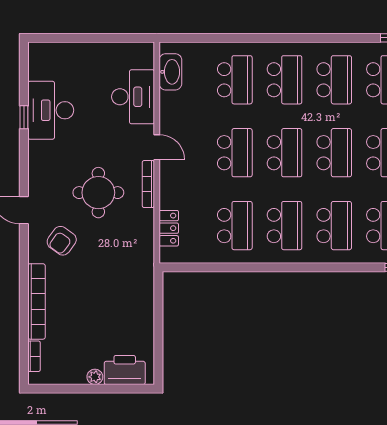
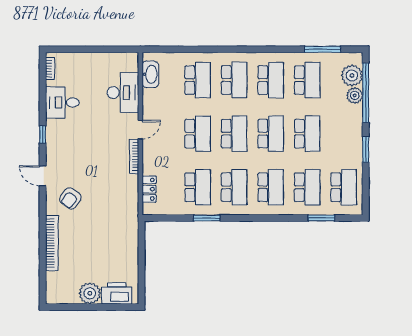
desk: (51, 110) -> (62, 102), width x0.73
window: (24, 117) -> (43, 135), moved
door: (157, 147) -> (140, 130), hinge flipped
round table: (98, 193) -> (97, 163), removed
window: (247, 267) -> (207, 218), added
bookcase: (34, 356) -> (50, 69), moved
plant: (95, 377) -> (90, 293), width x1.88, depth x1.88

